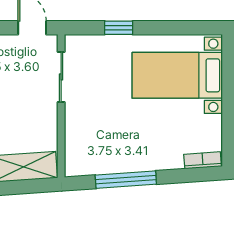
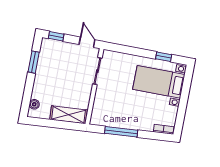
window: (119, 28) -> (164, 57), moved

